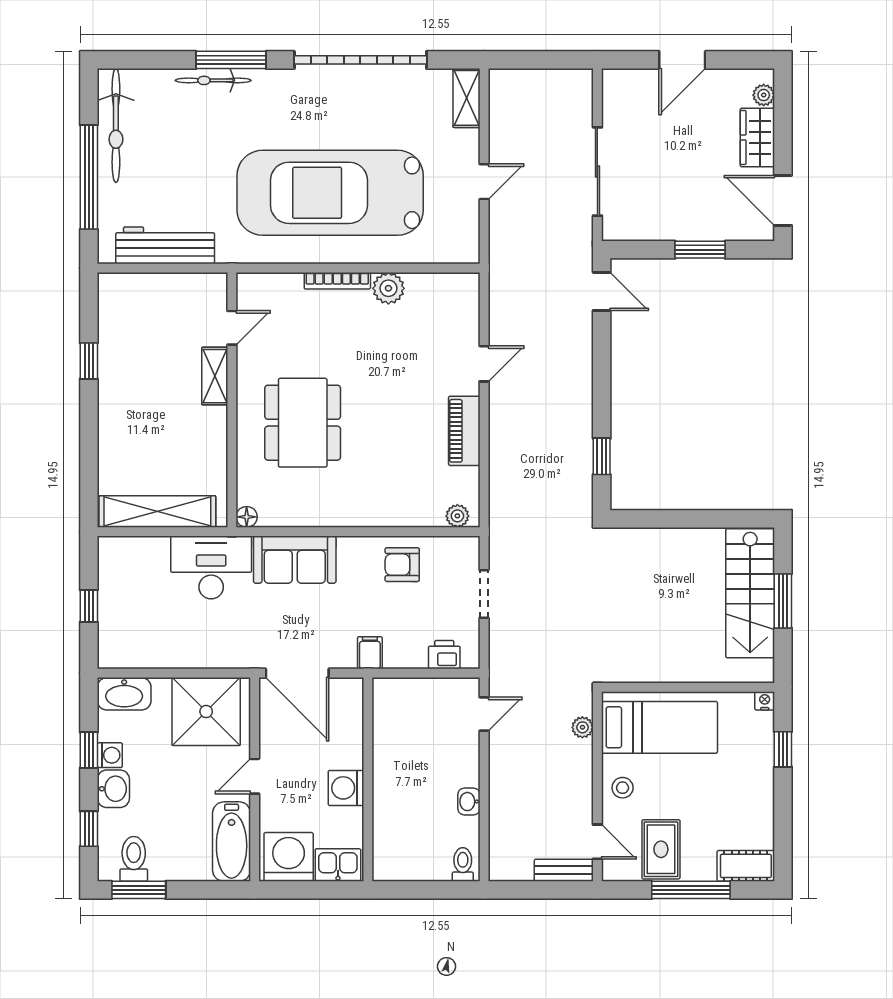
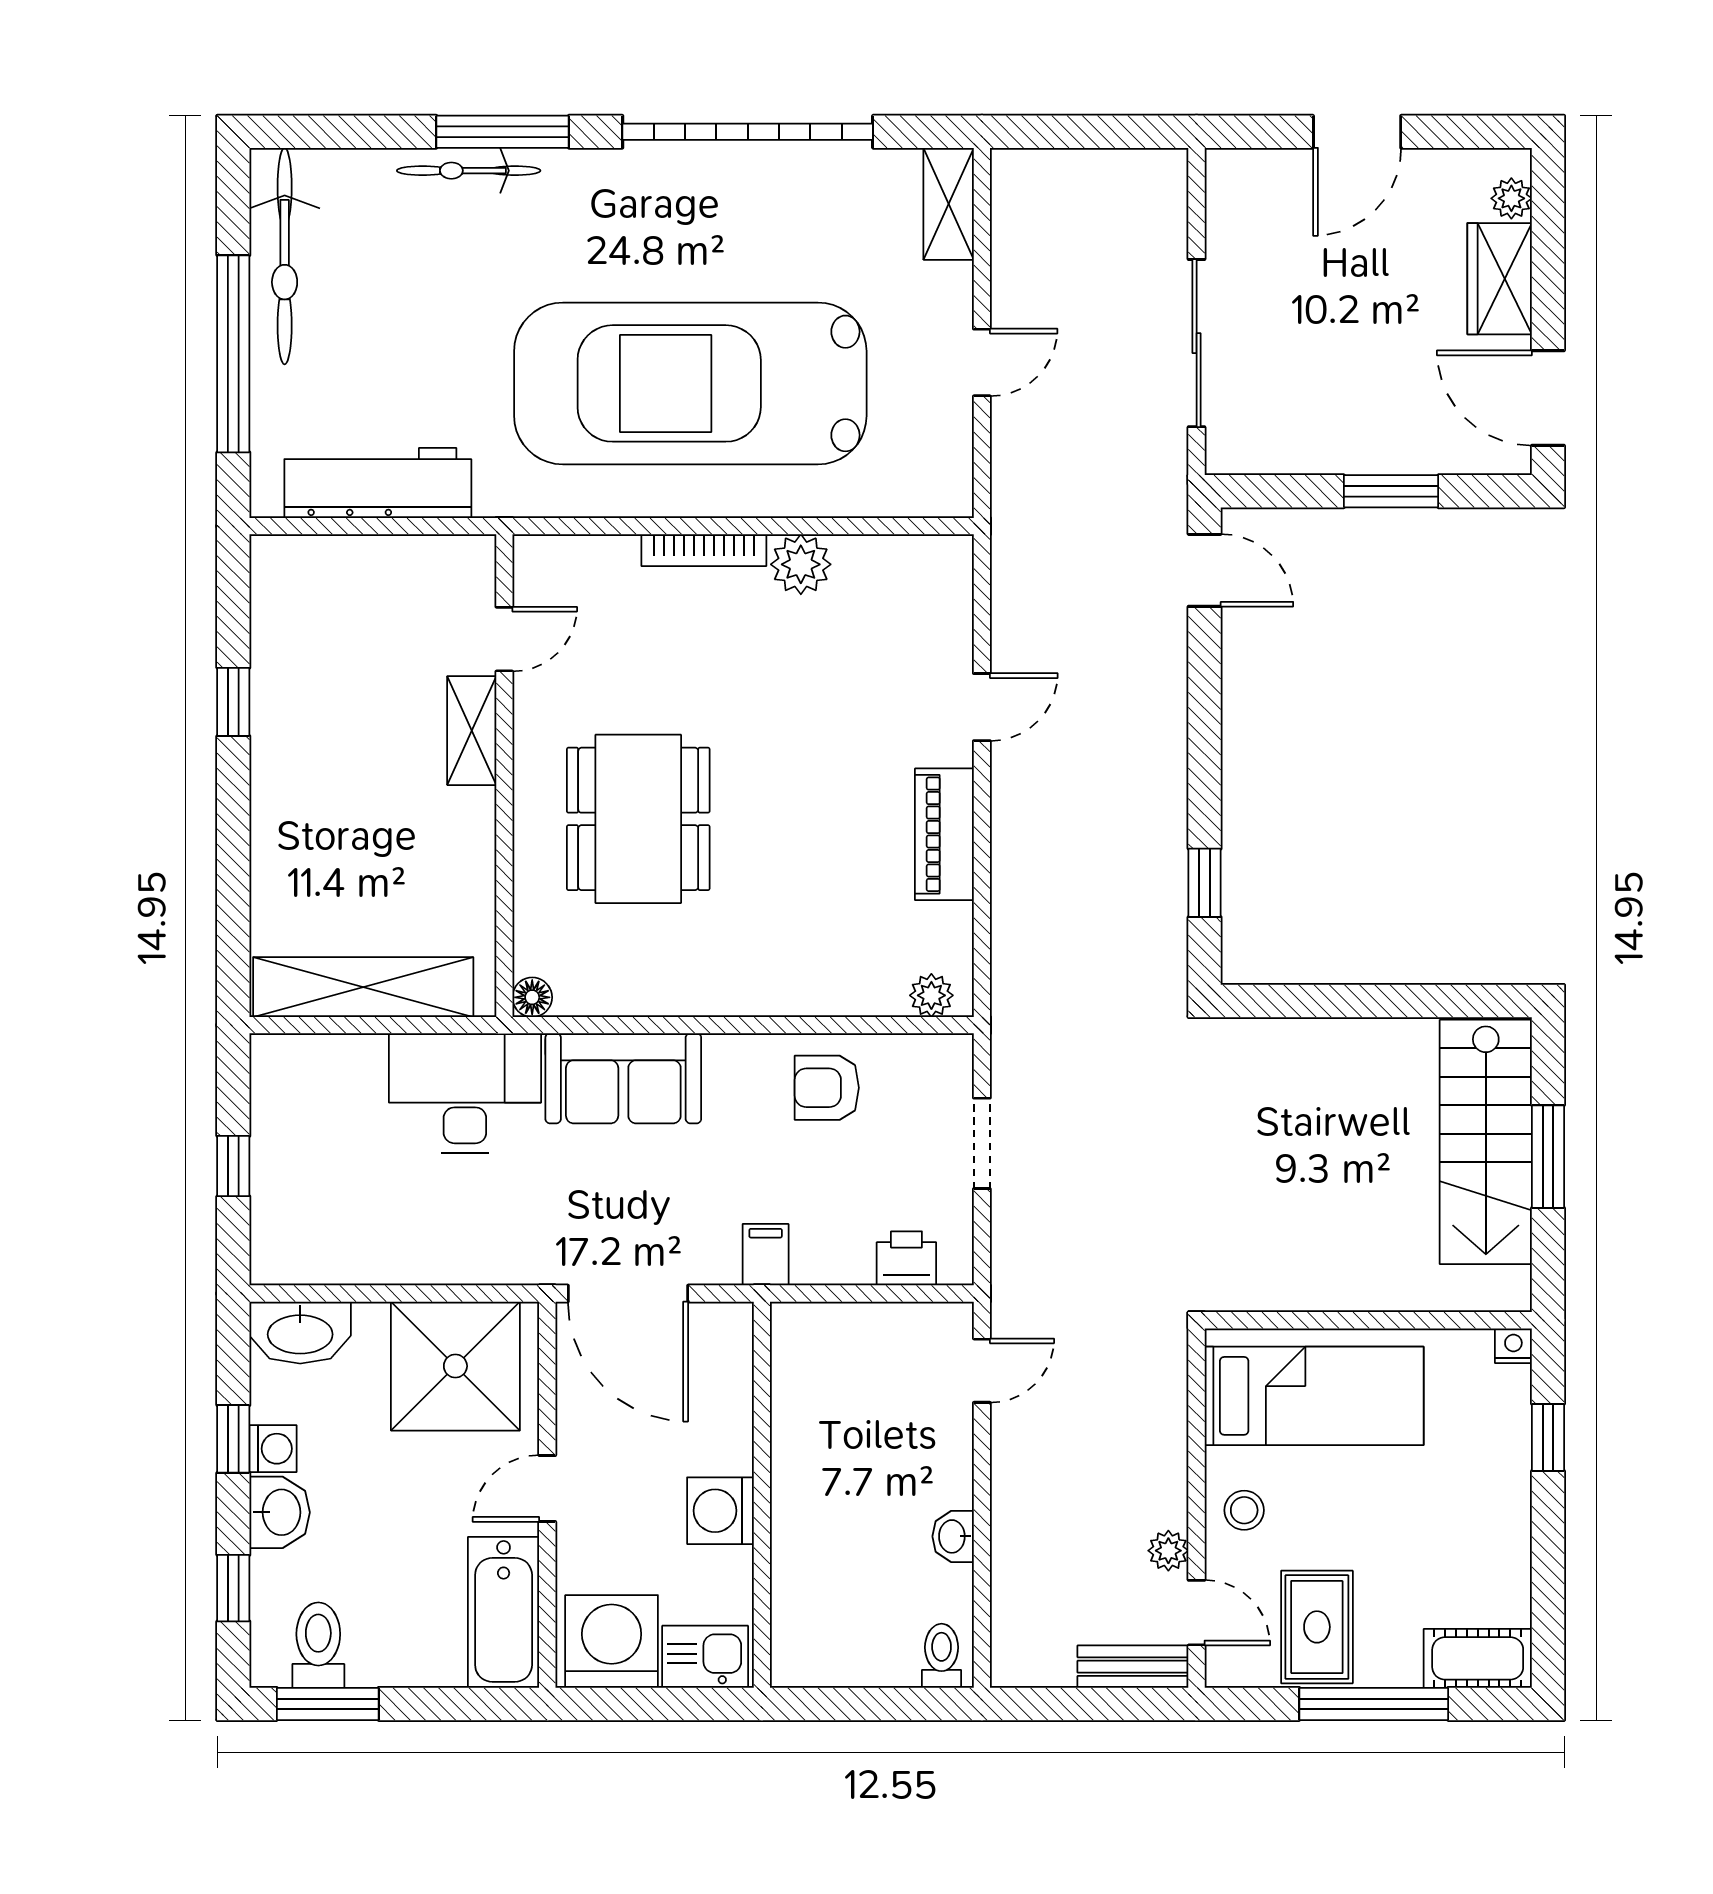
plant: (582, 727) -> (1168, 1551), moved

